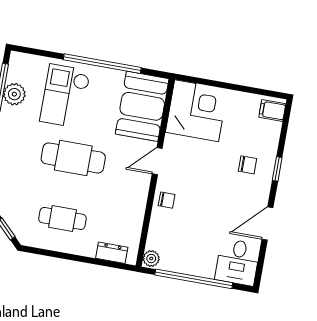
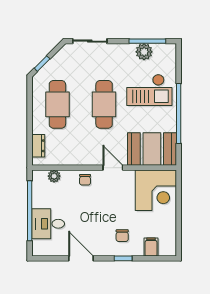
checkout: (65, 96) -> (149, 90), turned 180
filing cabinet: (272, 110) -> (151, 247), moved
cafe table: (62, 218) -> (57, 104), width x1.37, depth x1.35
plant: (151, 259) -> (54, 176), moved
desk: (238, 262) -> (48, 224), moved

